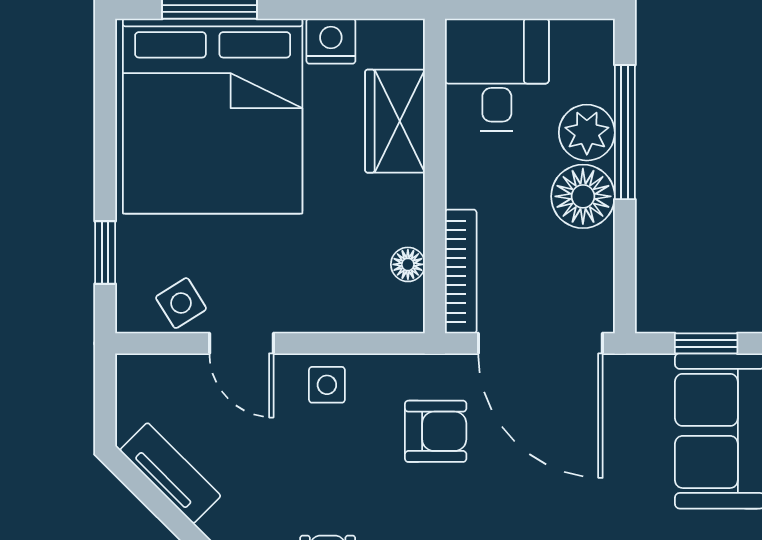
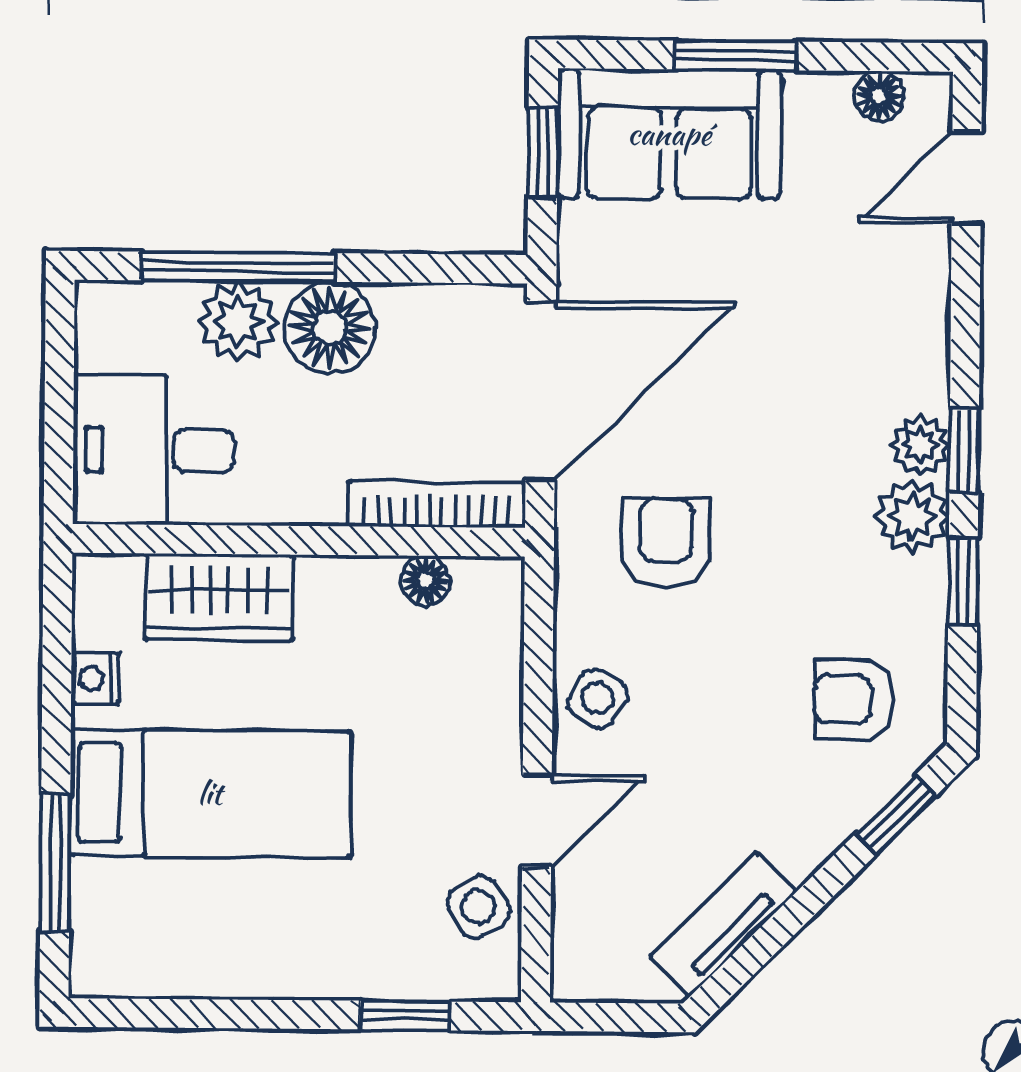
nightstand: (331, 41) -> (95, 678), width x0.72, depth x0.74
bed: (213, 116) -> (210, 793), width x0.49
side table: (327, 385) -> (598, 698), turned 31

